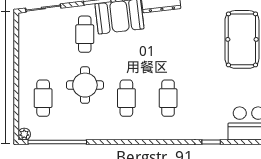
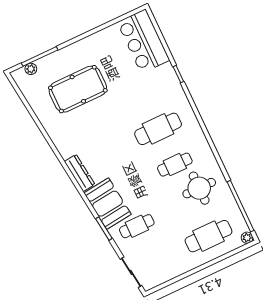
round table: (85, 85) -> (199, 188), moved
cafe table: (43, 98) -> (208, 236), width x1.37, depth x1.35
cafe table: (168, 98) -> (158, 129), width x1.37, depth x1.35

